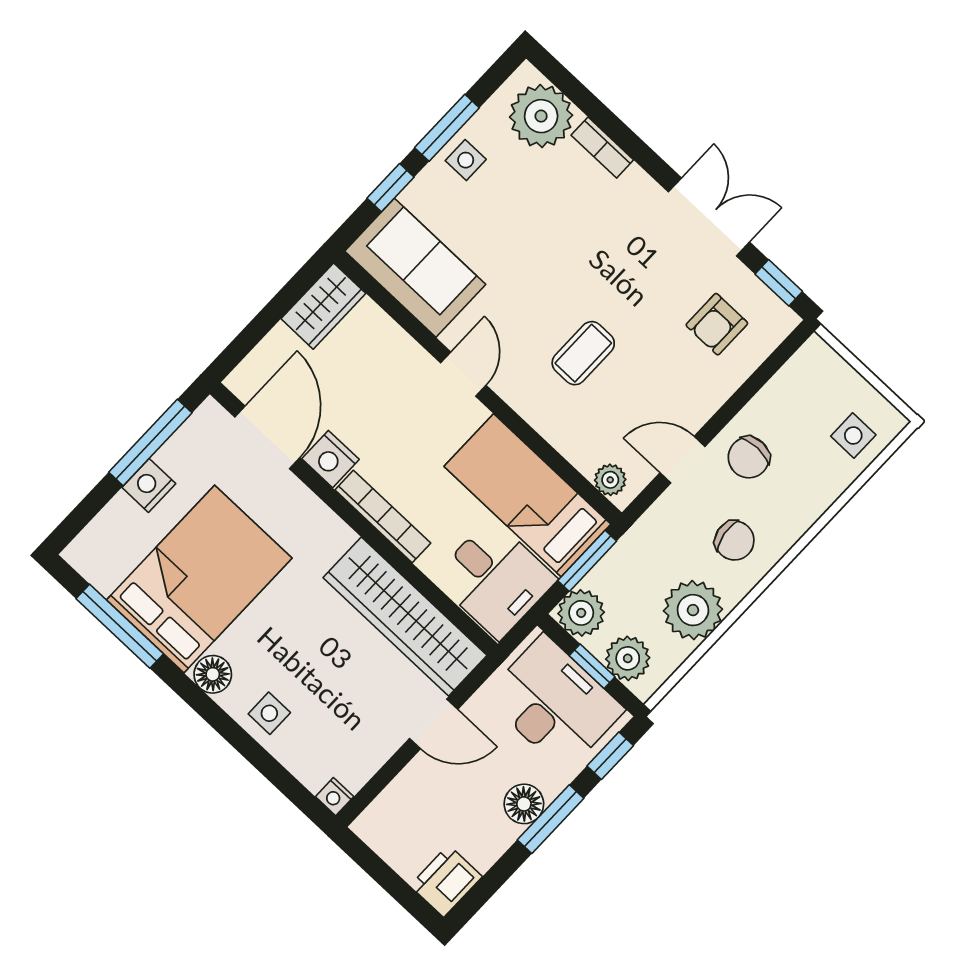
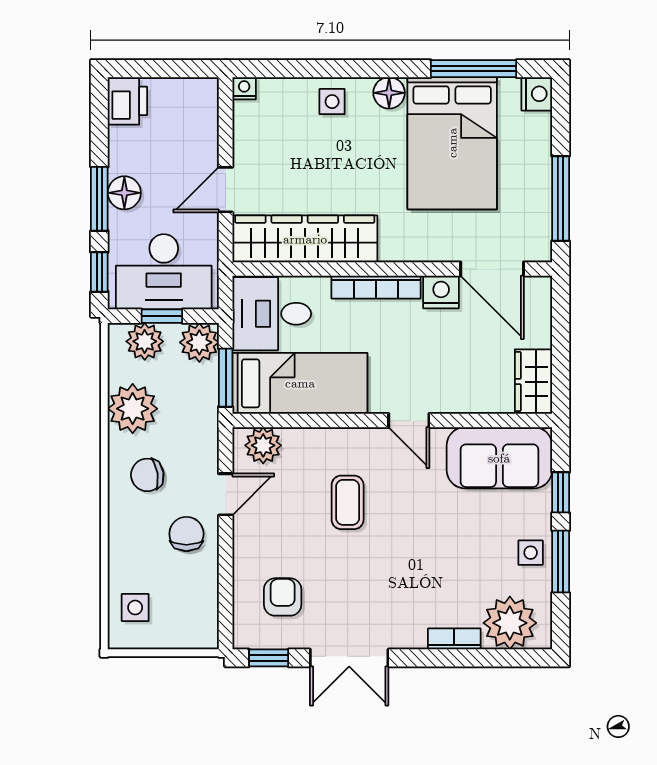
plant: (610, 480) -> (263, 445), width x1.38, depth x1.38
nightstand: (149, 486) -> (537, 94), moved

